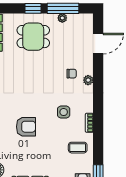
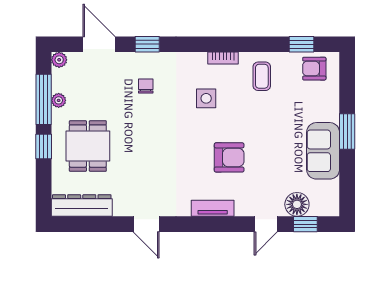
window: (98, 74) -> (147, 44), added
plant: (88, 80) -> (59, 60), moved
armchair: (26, 127) -> (229, 157), turned 90

